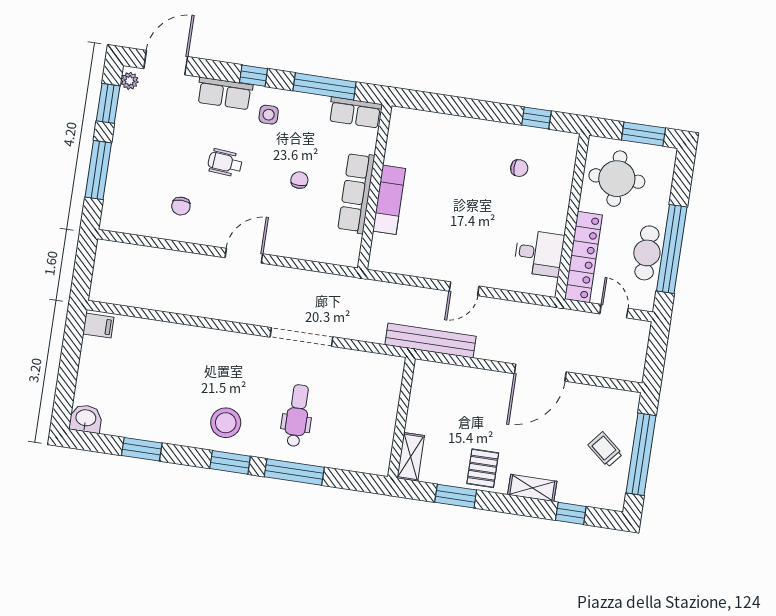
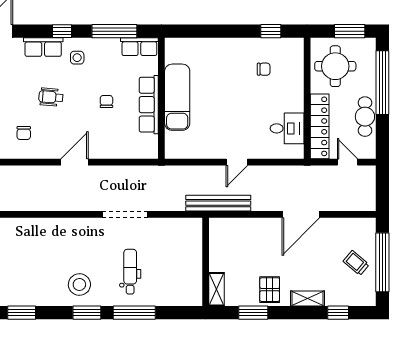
exam couch: (389, 200) -> (177, 97), width x1.36, depth x1.45
window: (672, 249) -> (382, 83), moved

